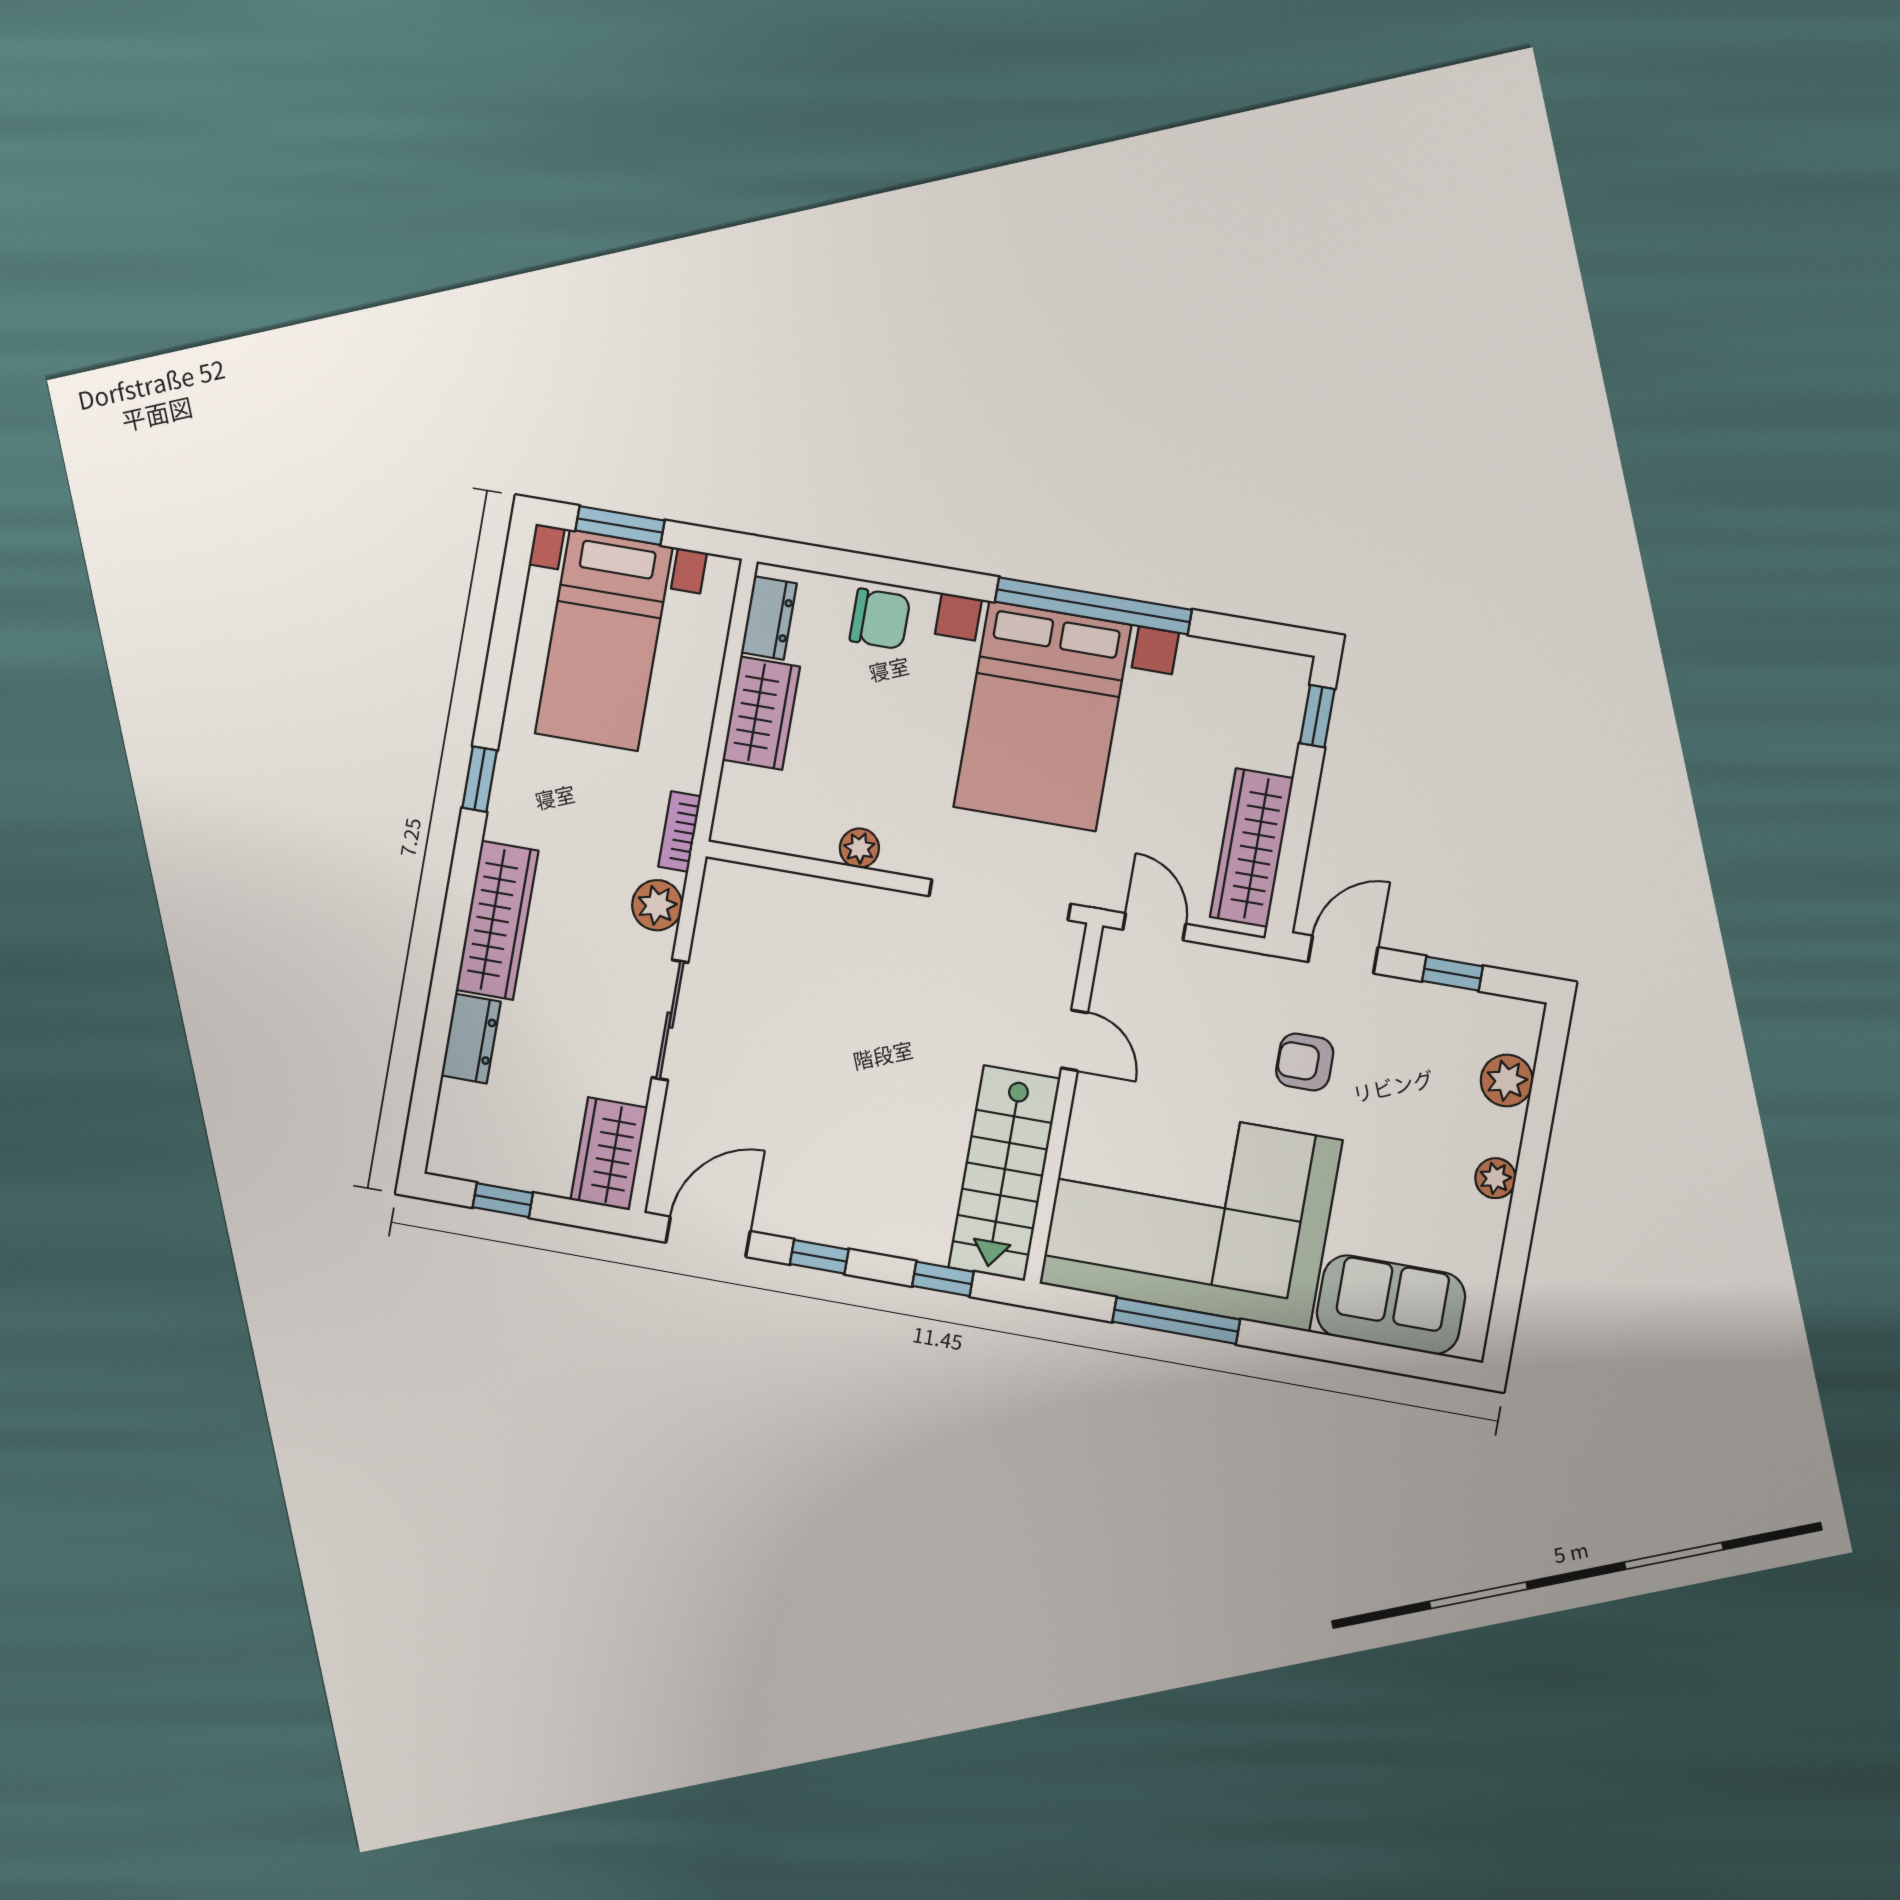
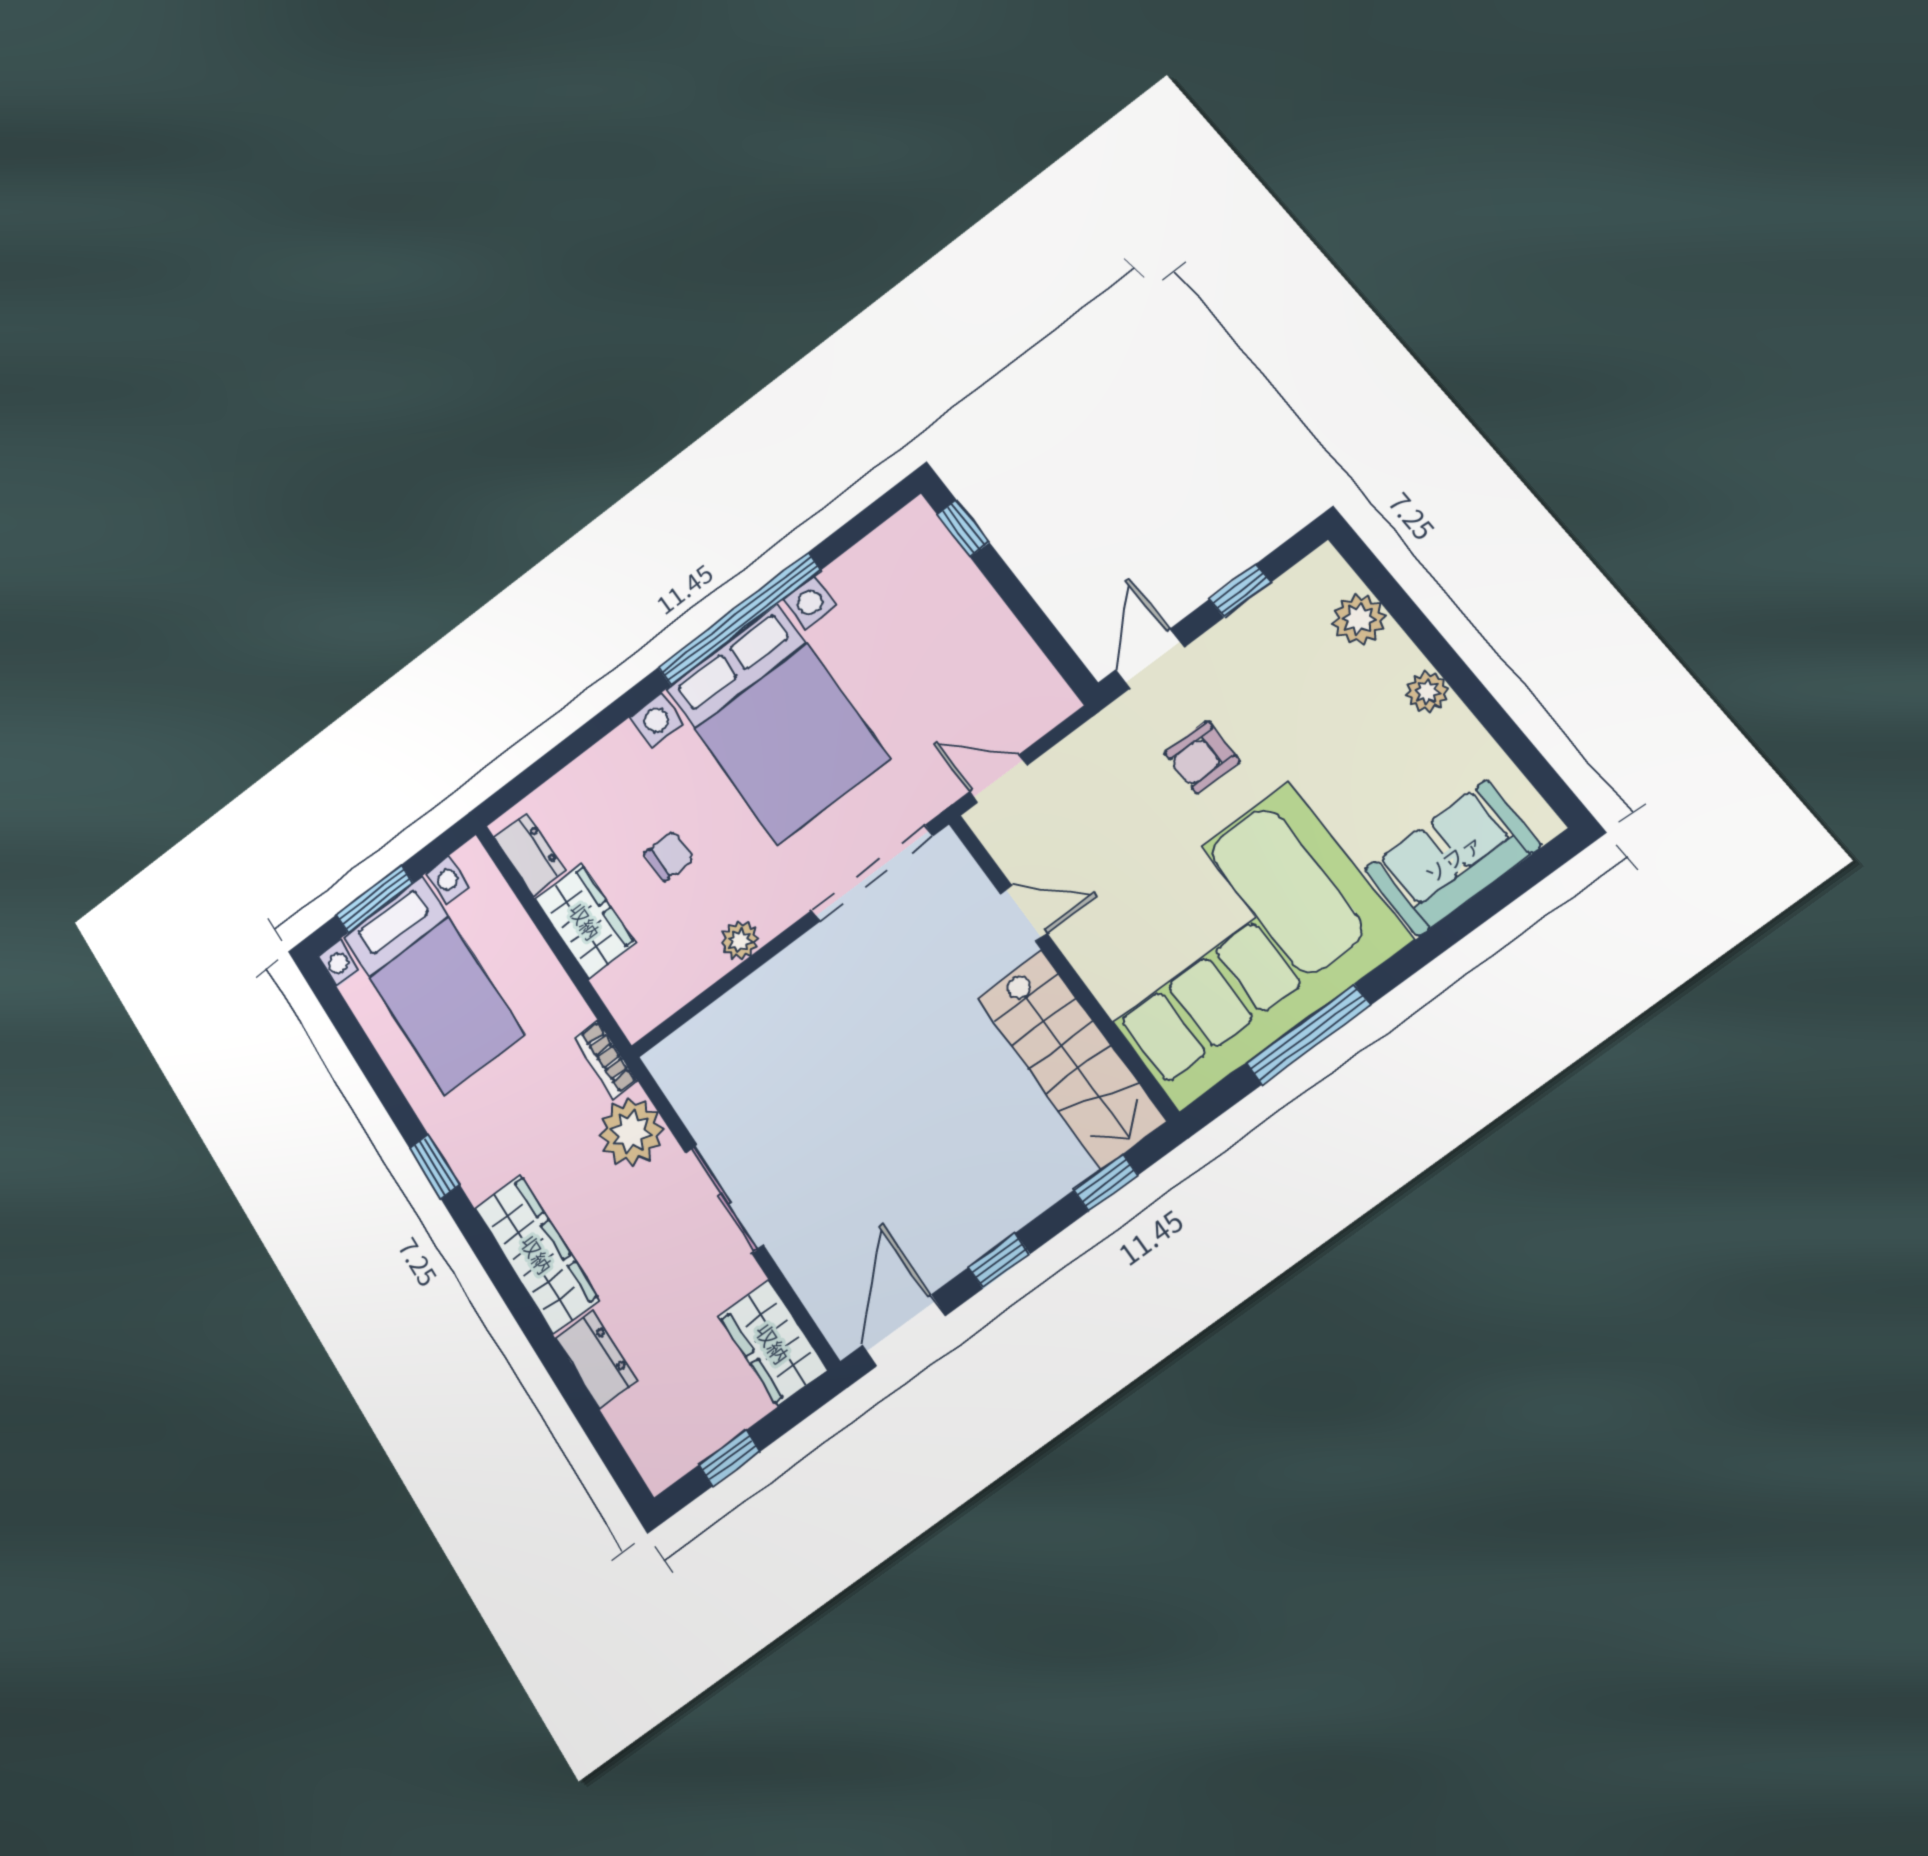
chair: (880, 619) -> (669, 856), moved, width x0.73, depth x0.73
wardrobe: (1252, 848) -> (1010, 657), removed
plant: (657, 905) -> (631, 1132), width x1.36, depth x1.36

